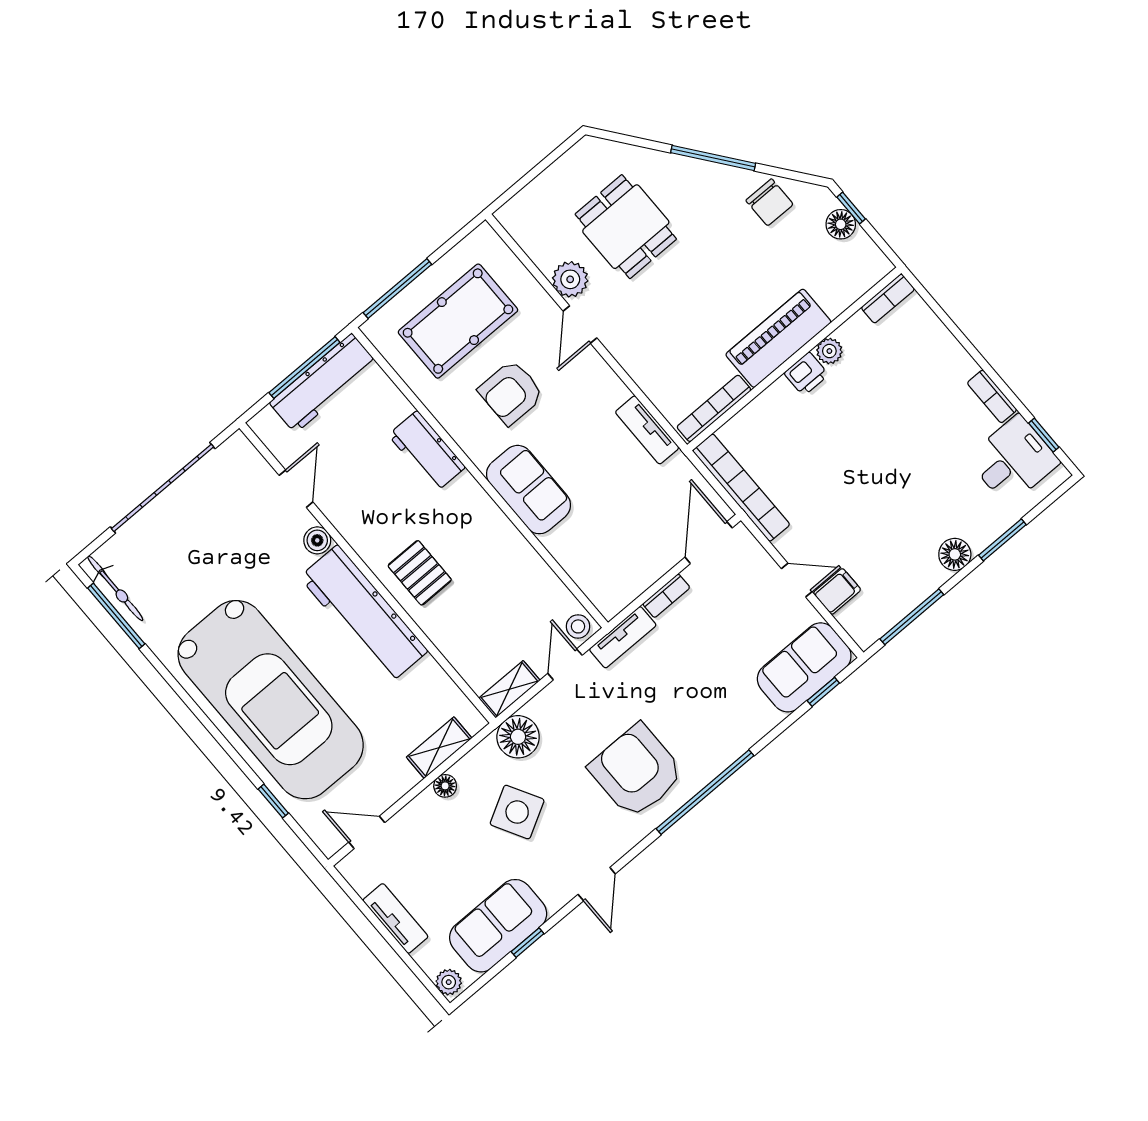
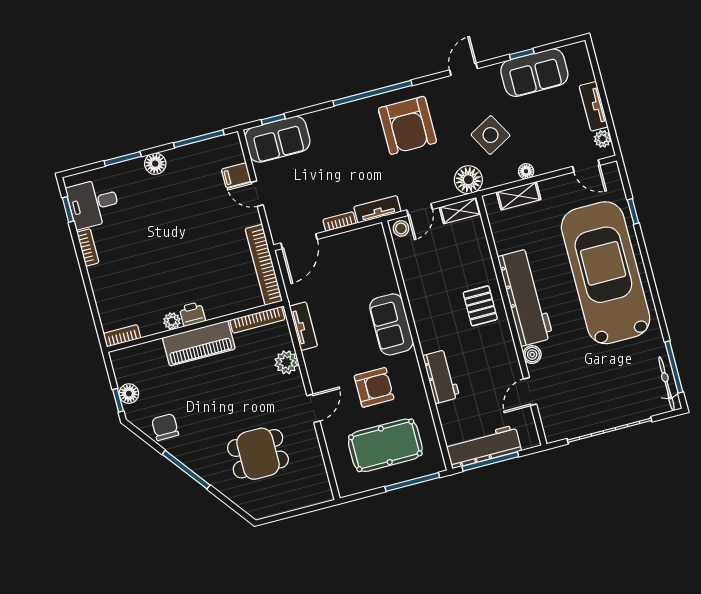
dining table: (626, 227) -> (258, 454), turned 90
plant: (570, 279) -> (286, 362), moved
plant: (449, 982) -> (603, 139), moved

